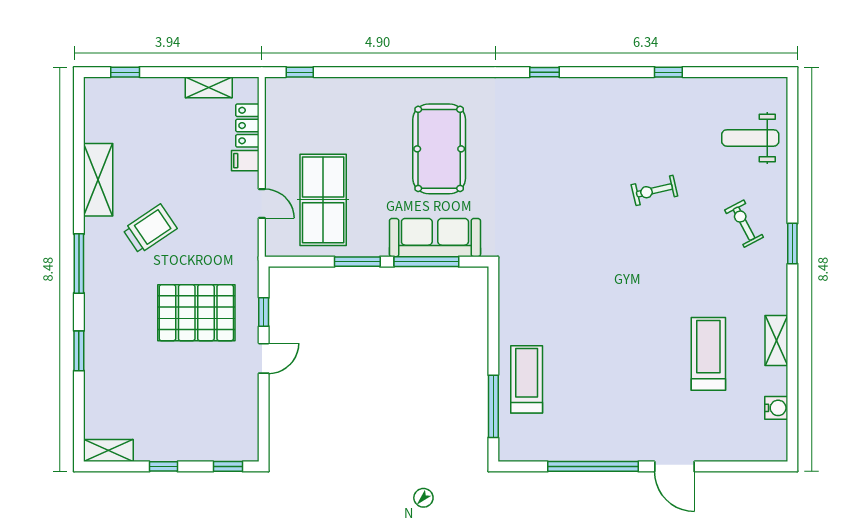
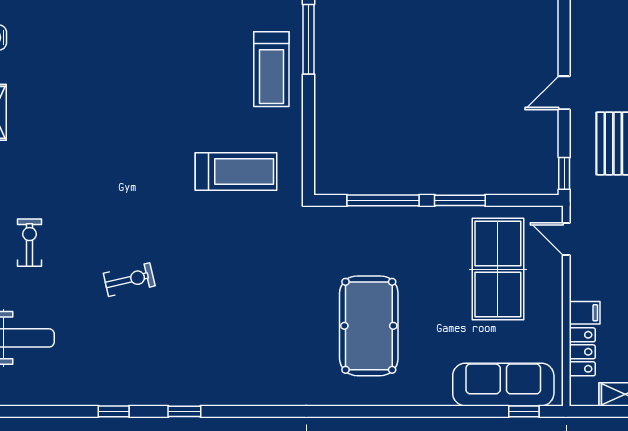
window: (545, 72) -> (184, 411), moved
door: (262, 204) -> (566, 239), moved
exercise bike: (744, 224) -> (30, 243), turned -152
sofa: (435, 238) -> (503, 385), moved, turned 180
window: (264, 312) -> (564, 173), moved
treadmill: (708, 354) -> (236, 171), moved, turned -90

